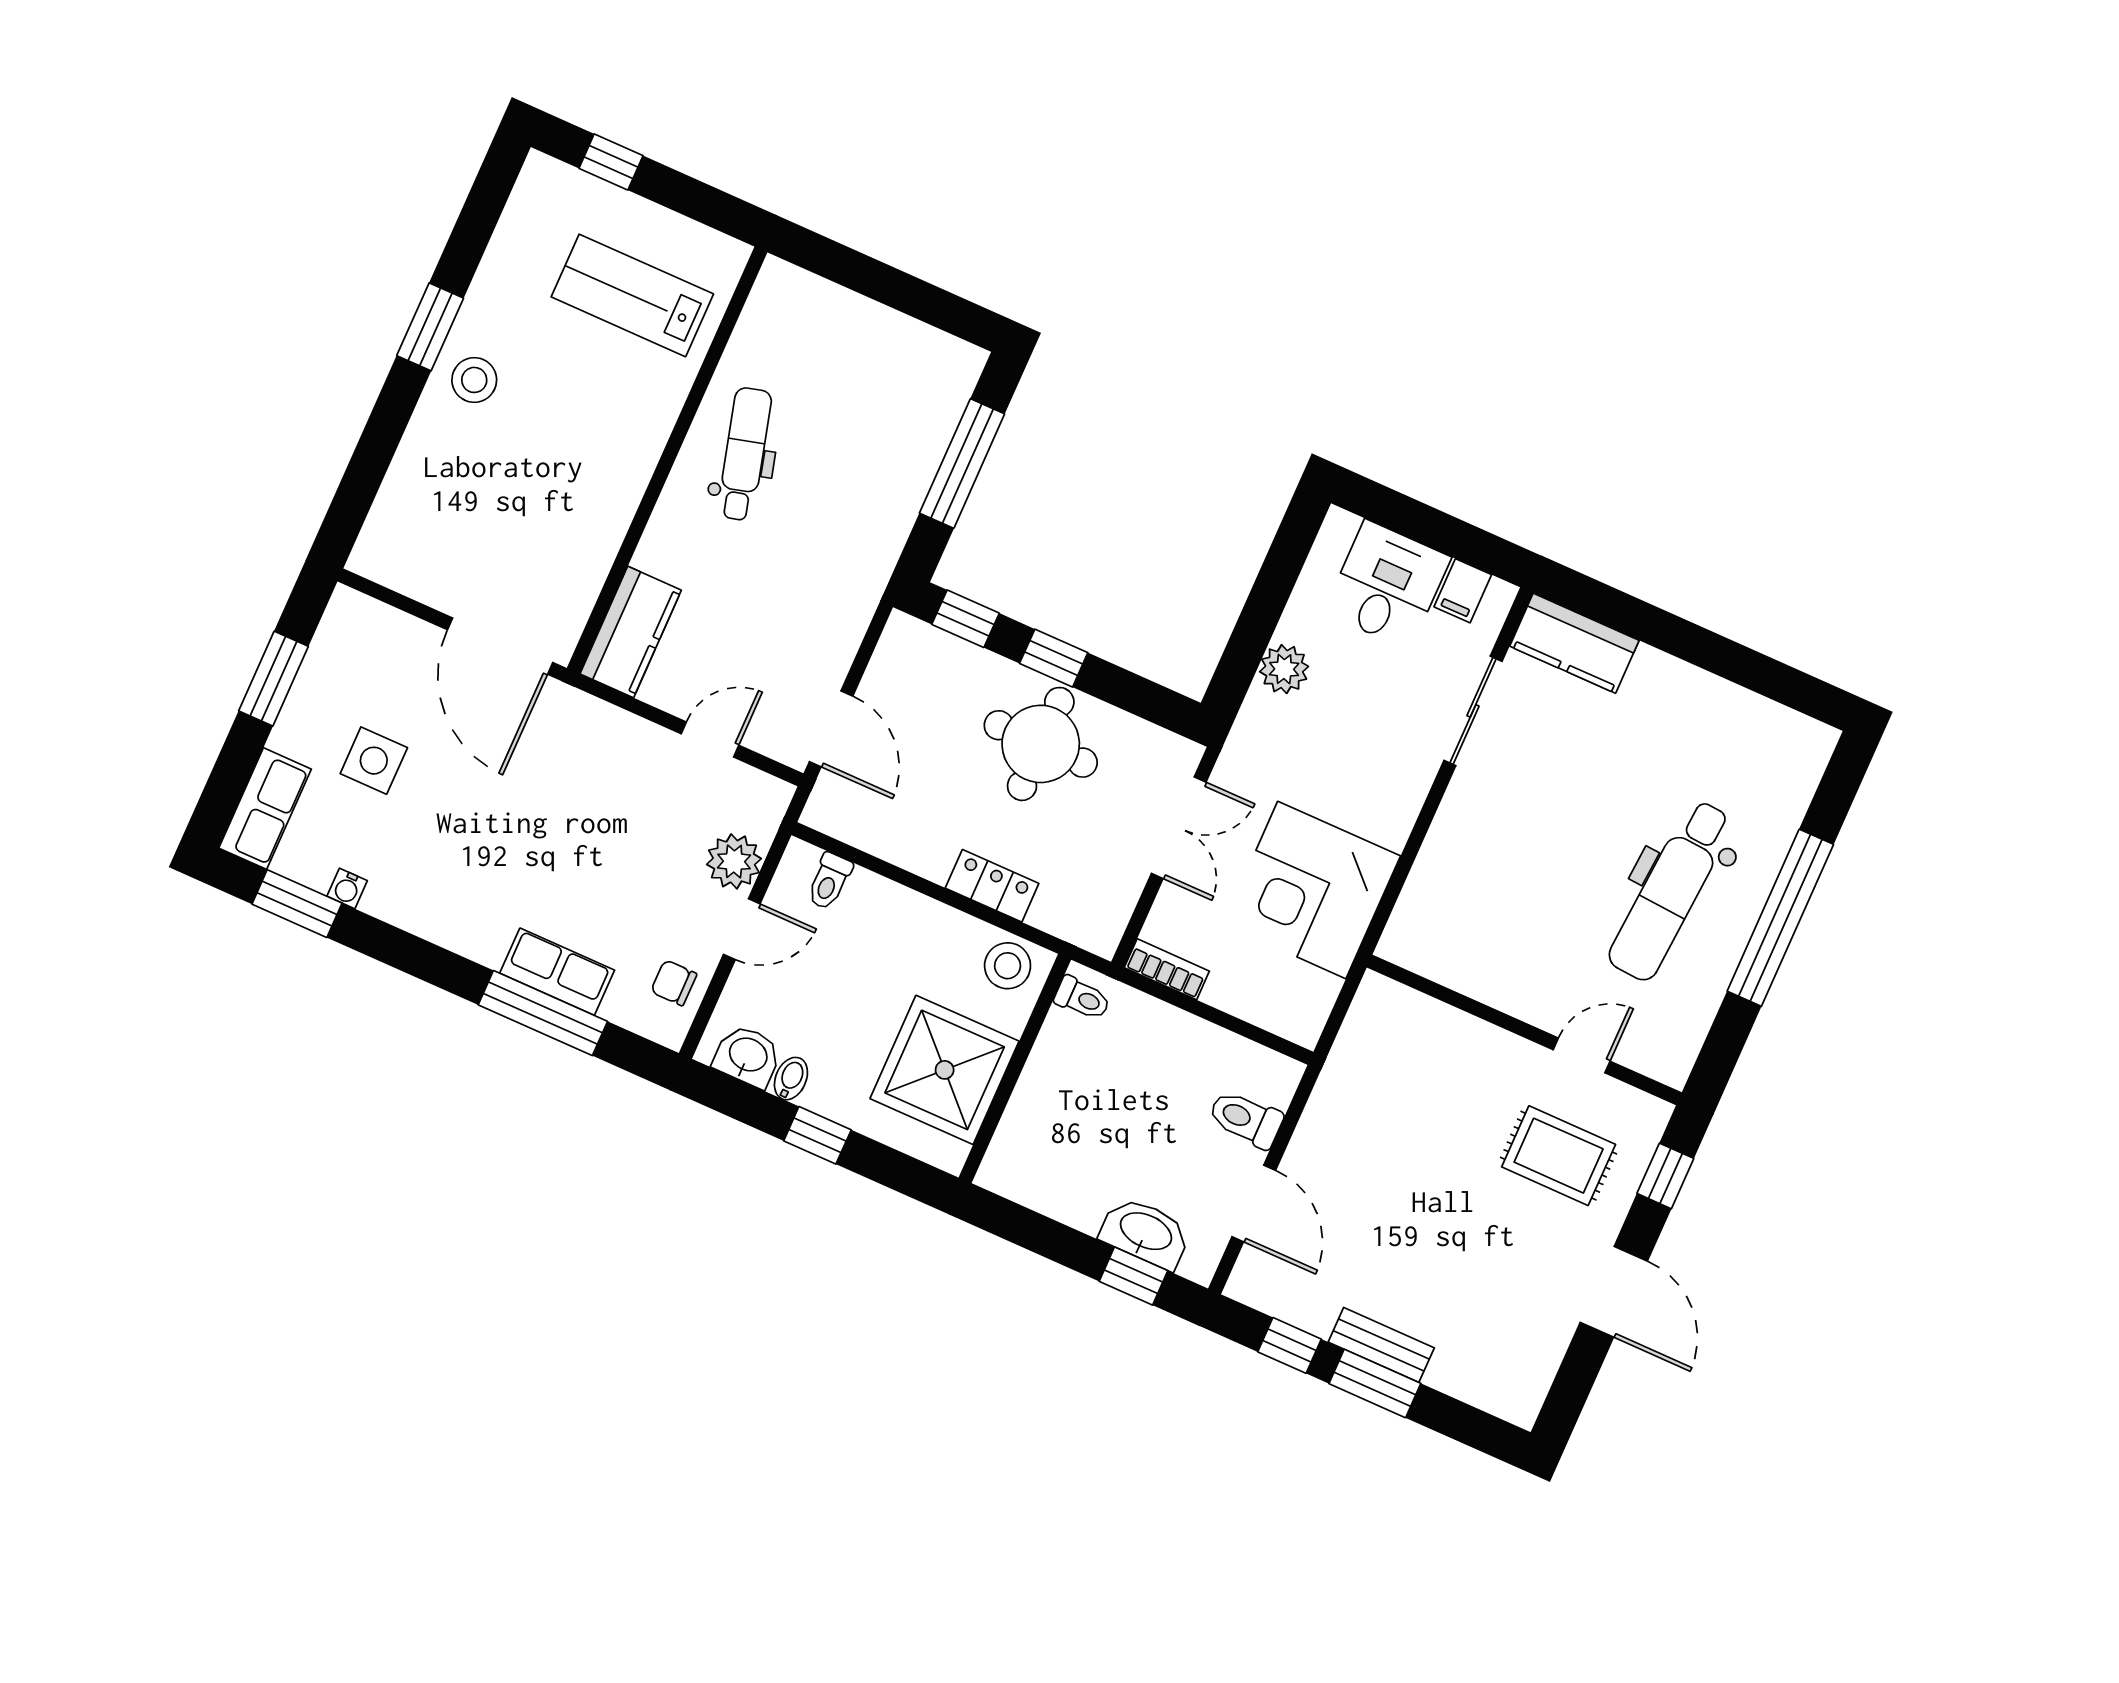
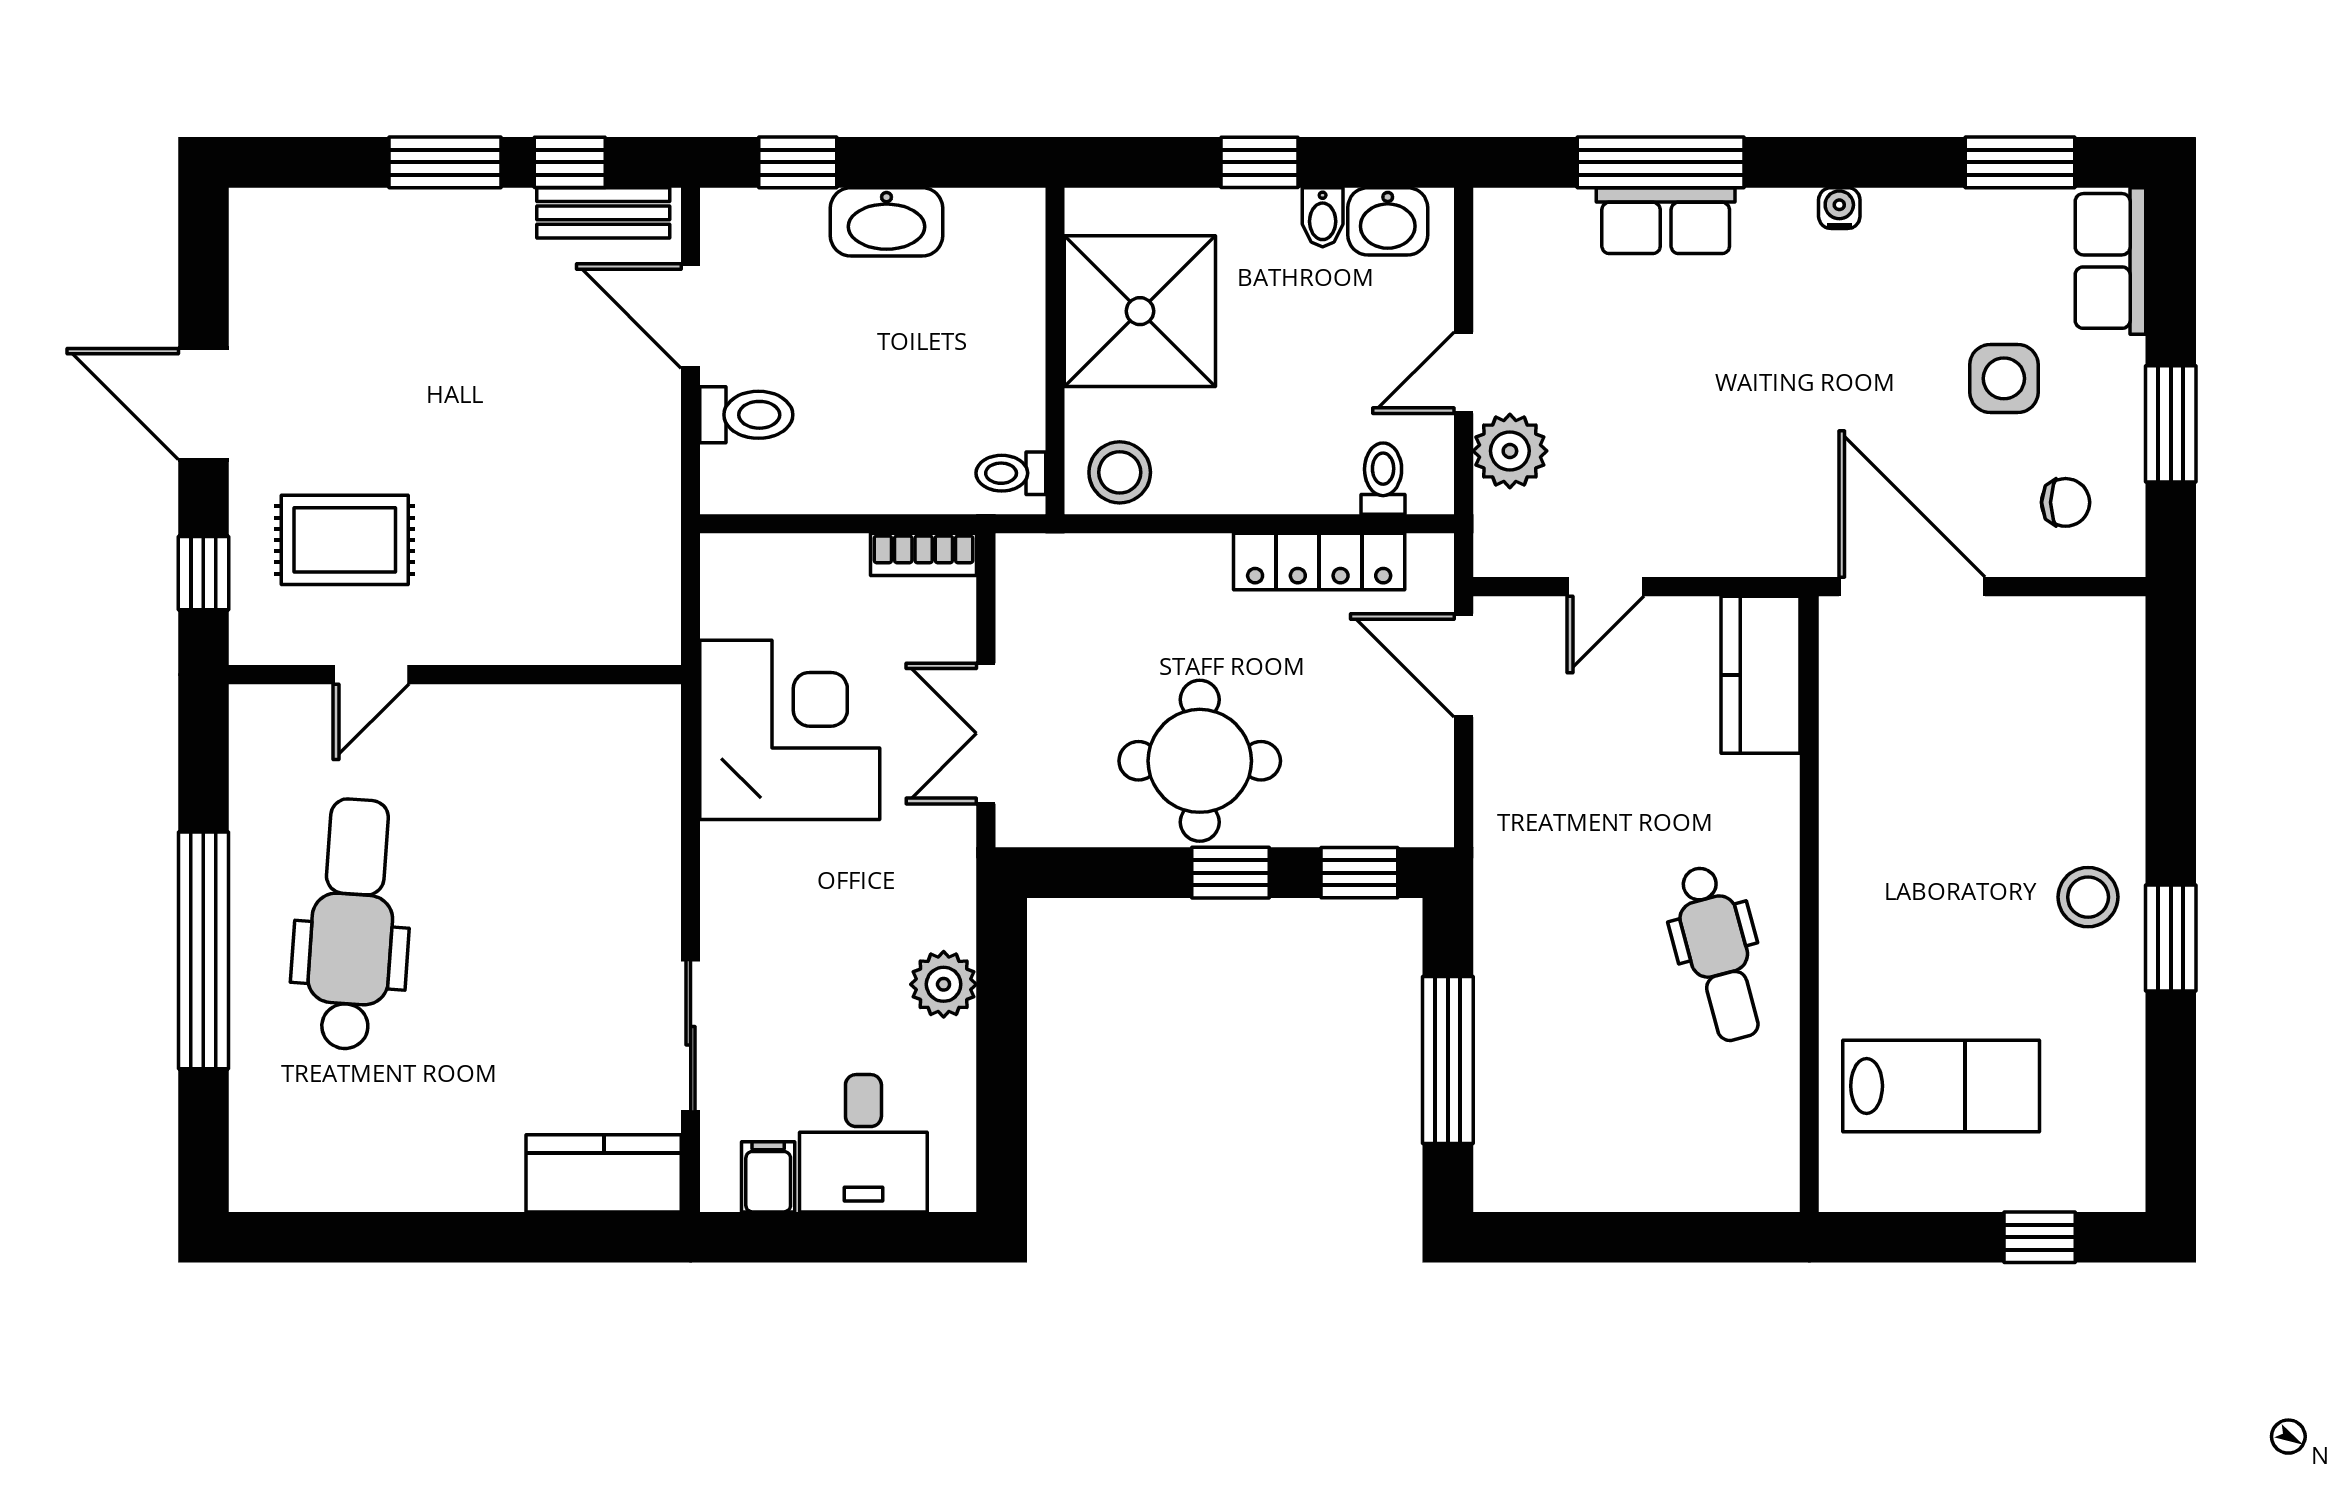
locker: (992, 886) -> (1319, 561), moved, width x1.53
water cooler: (347, 888) -> (1839, 208), moved
chair: (674, 983) -> (2066, 502), moved
washbasin: (1145, 1233) -> (887, 222), moved
bench: (1381, 1345) -> (603, 213), moved

